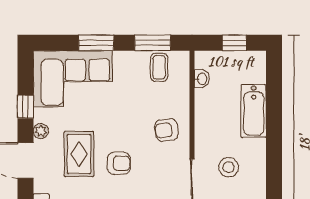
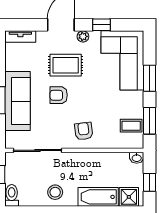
shower: (254, 70) -> (129, 197), added
washbasin: (202, 79) -> (137, 158), moved
armchair: (119, 163) -> (59, 95), turned 90
stool: (229, 167) -> (55, 192), moved

